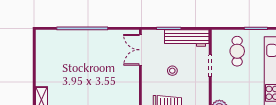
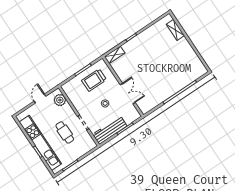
double door: (140, 50) -> (128, 94), moved
cafe table: (237, 51) -> (65, 132), moved

